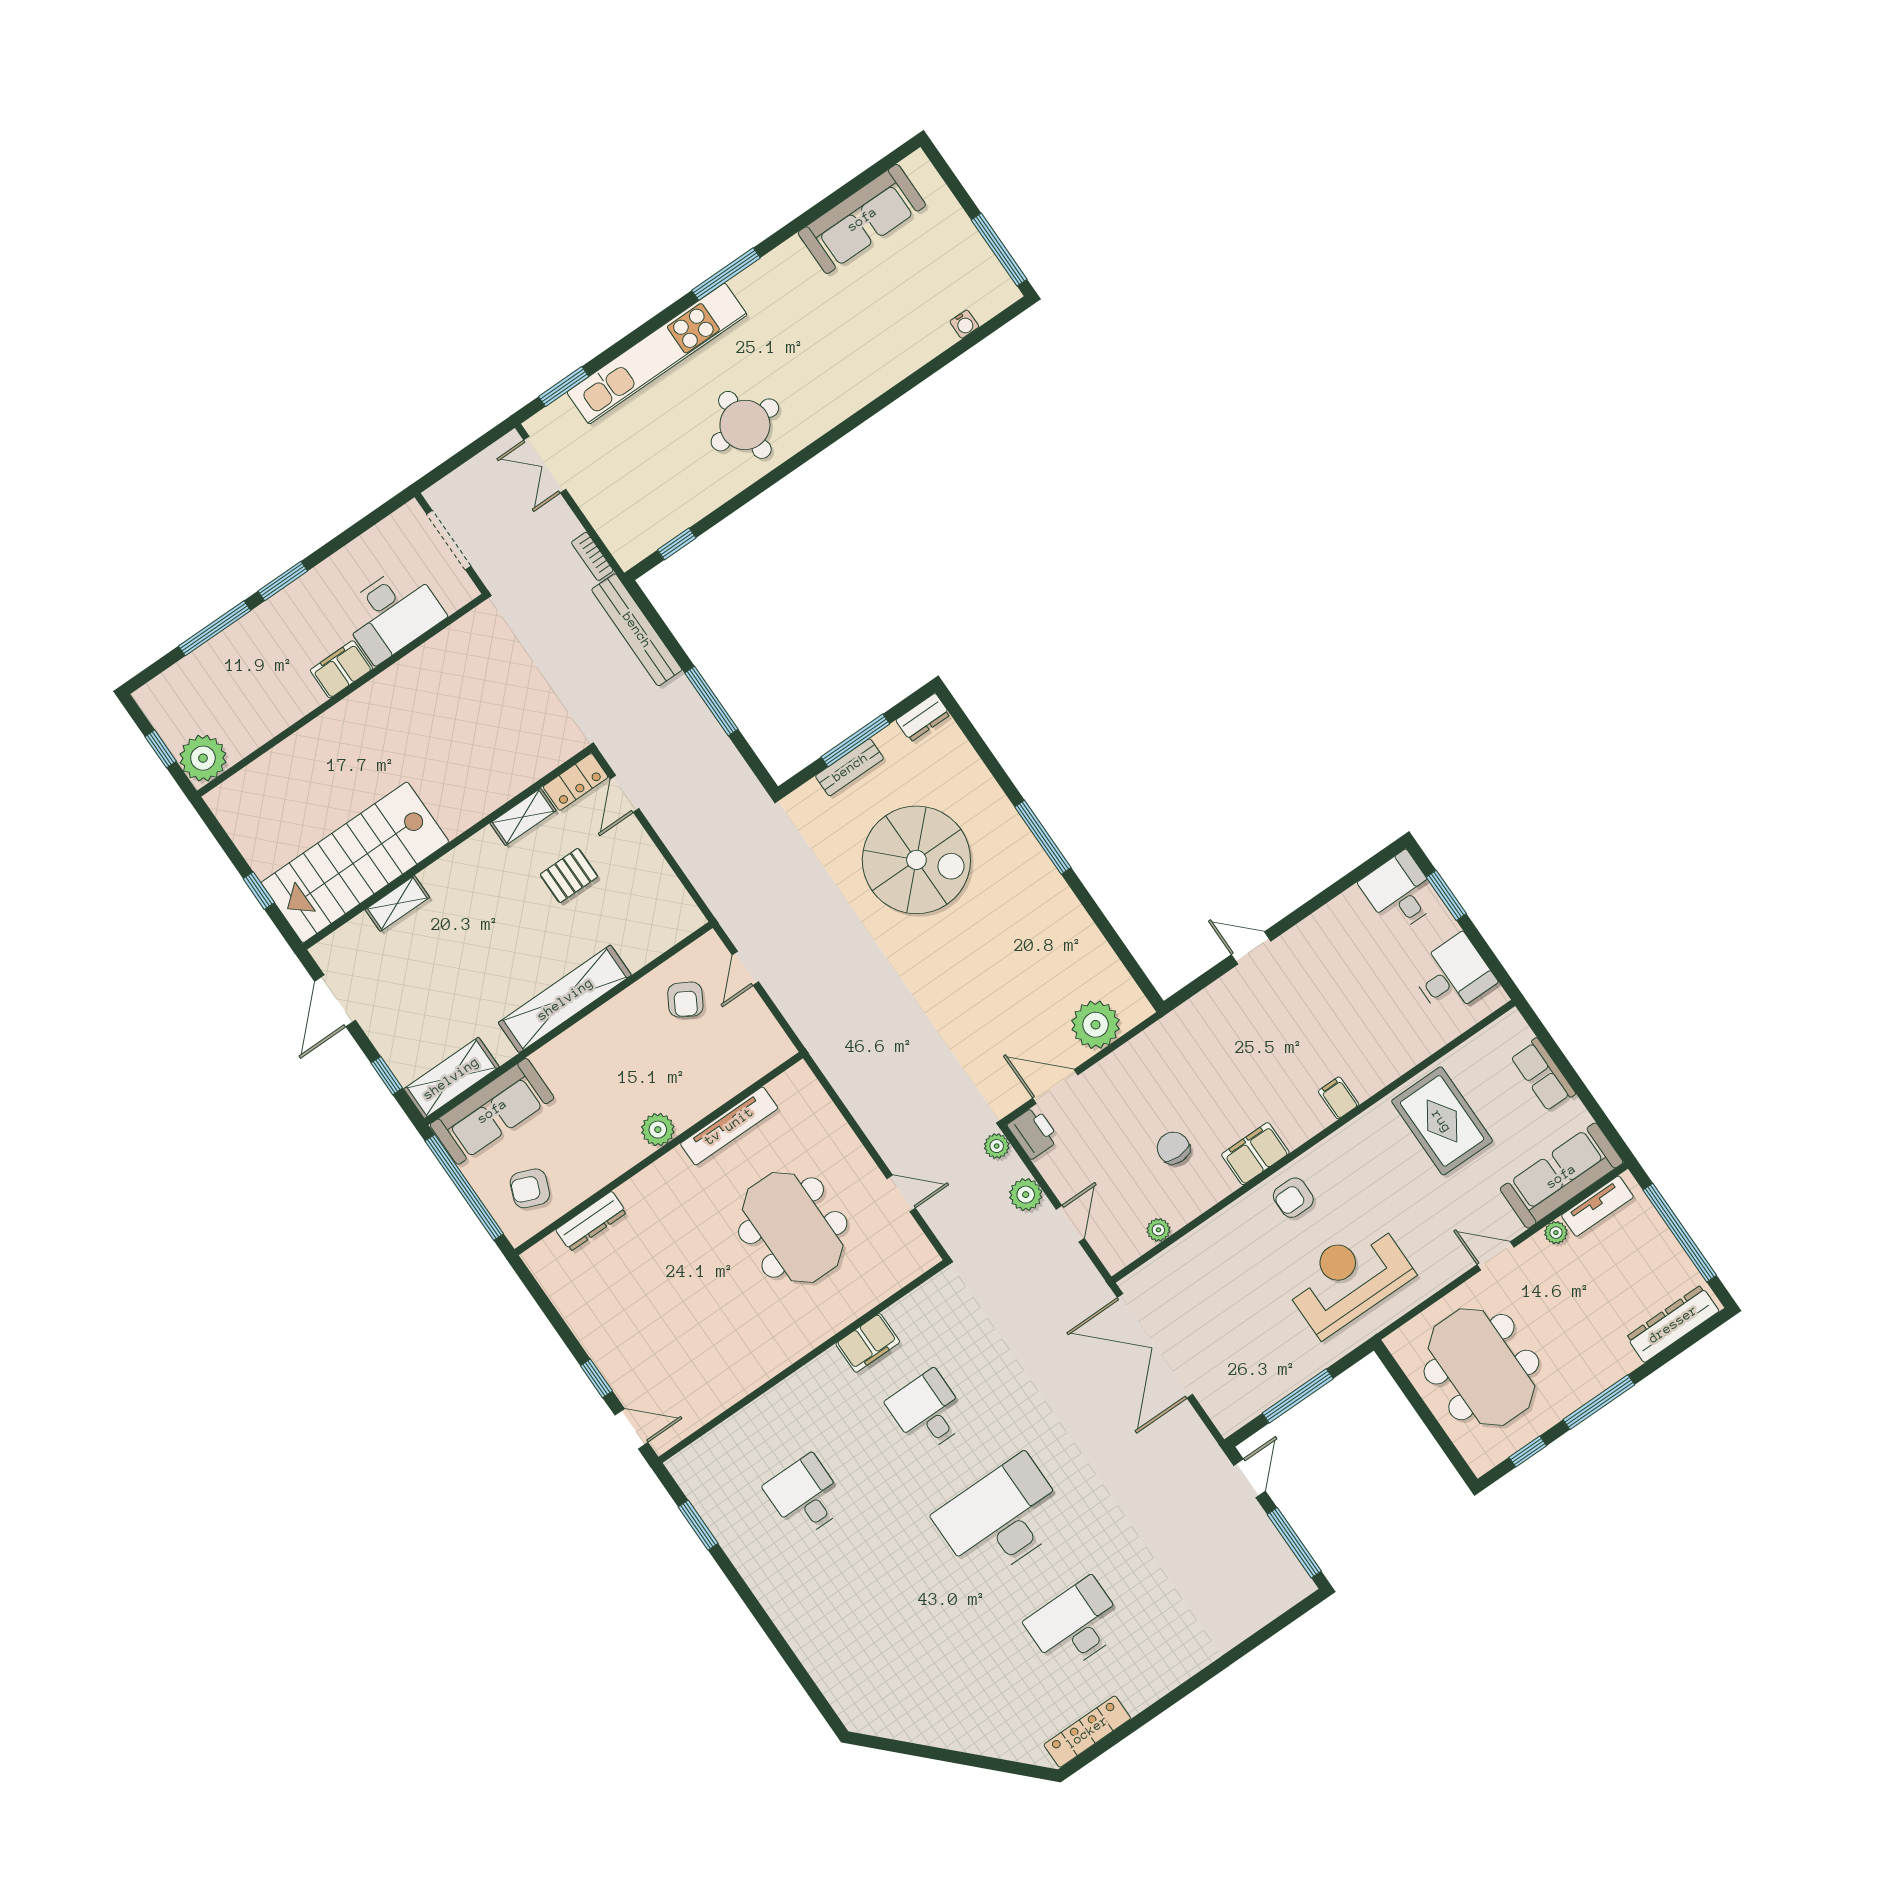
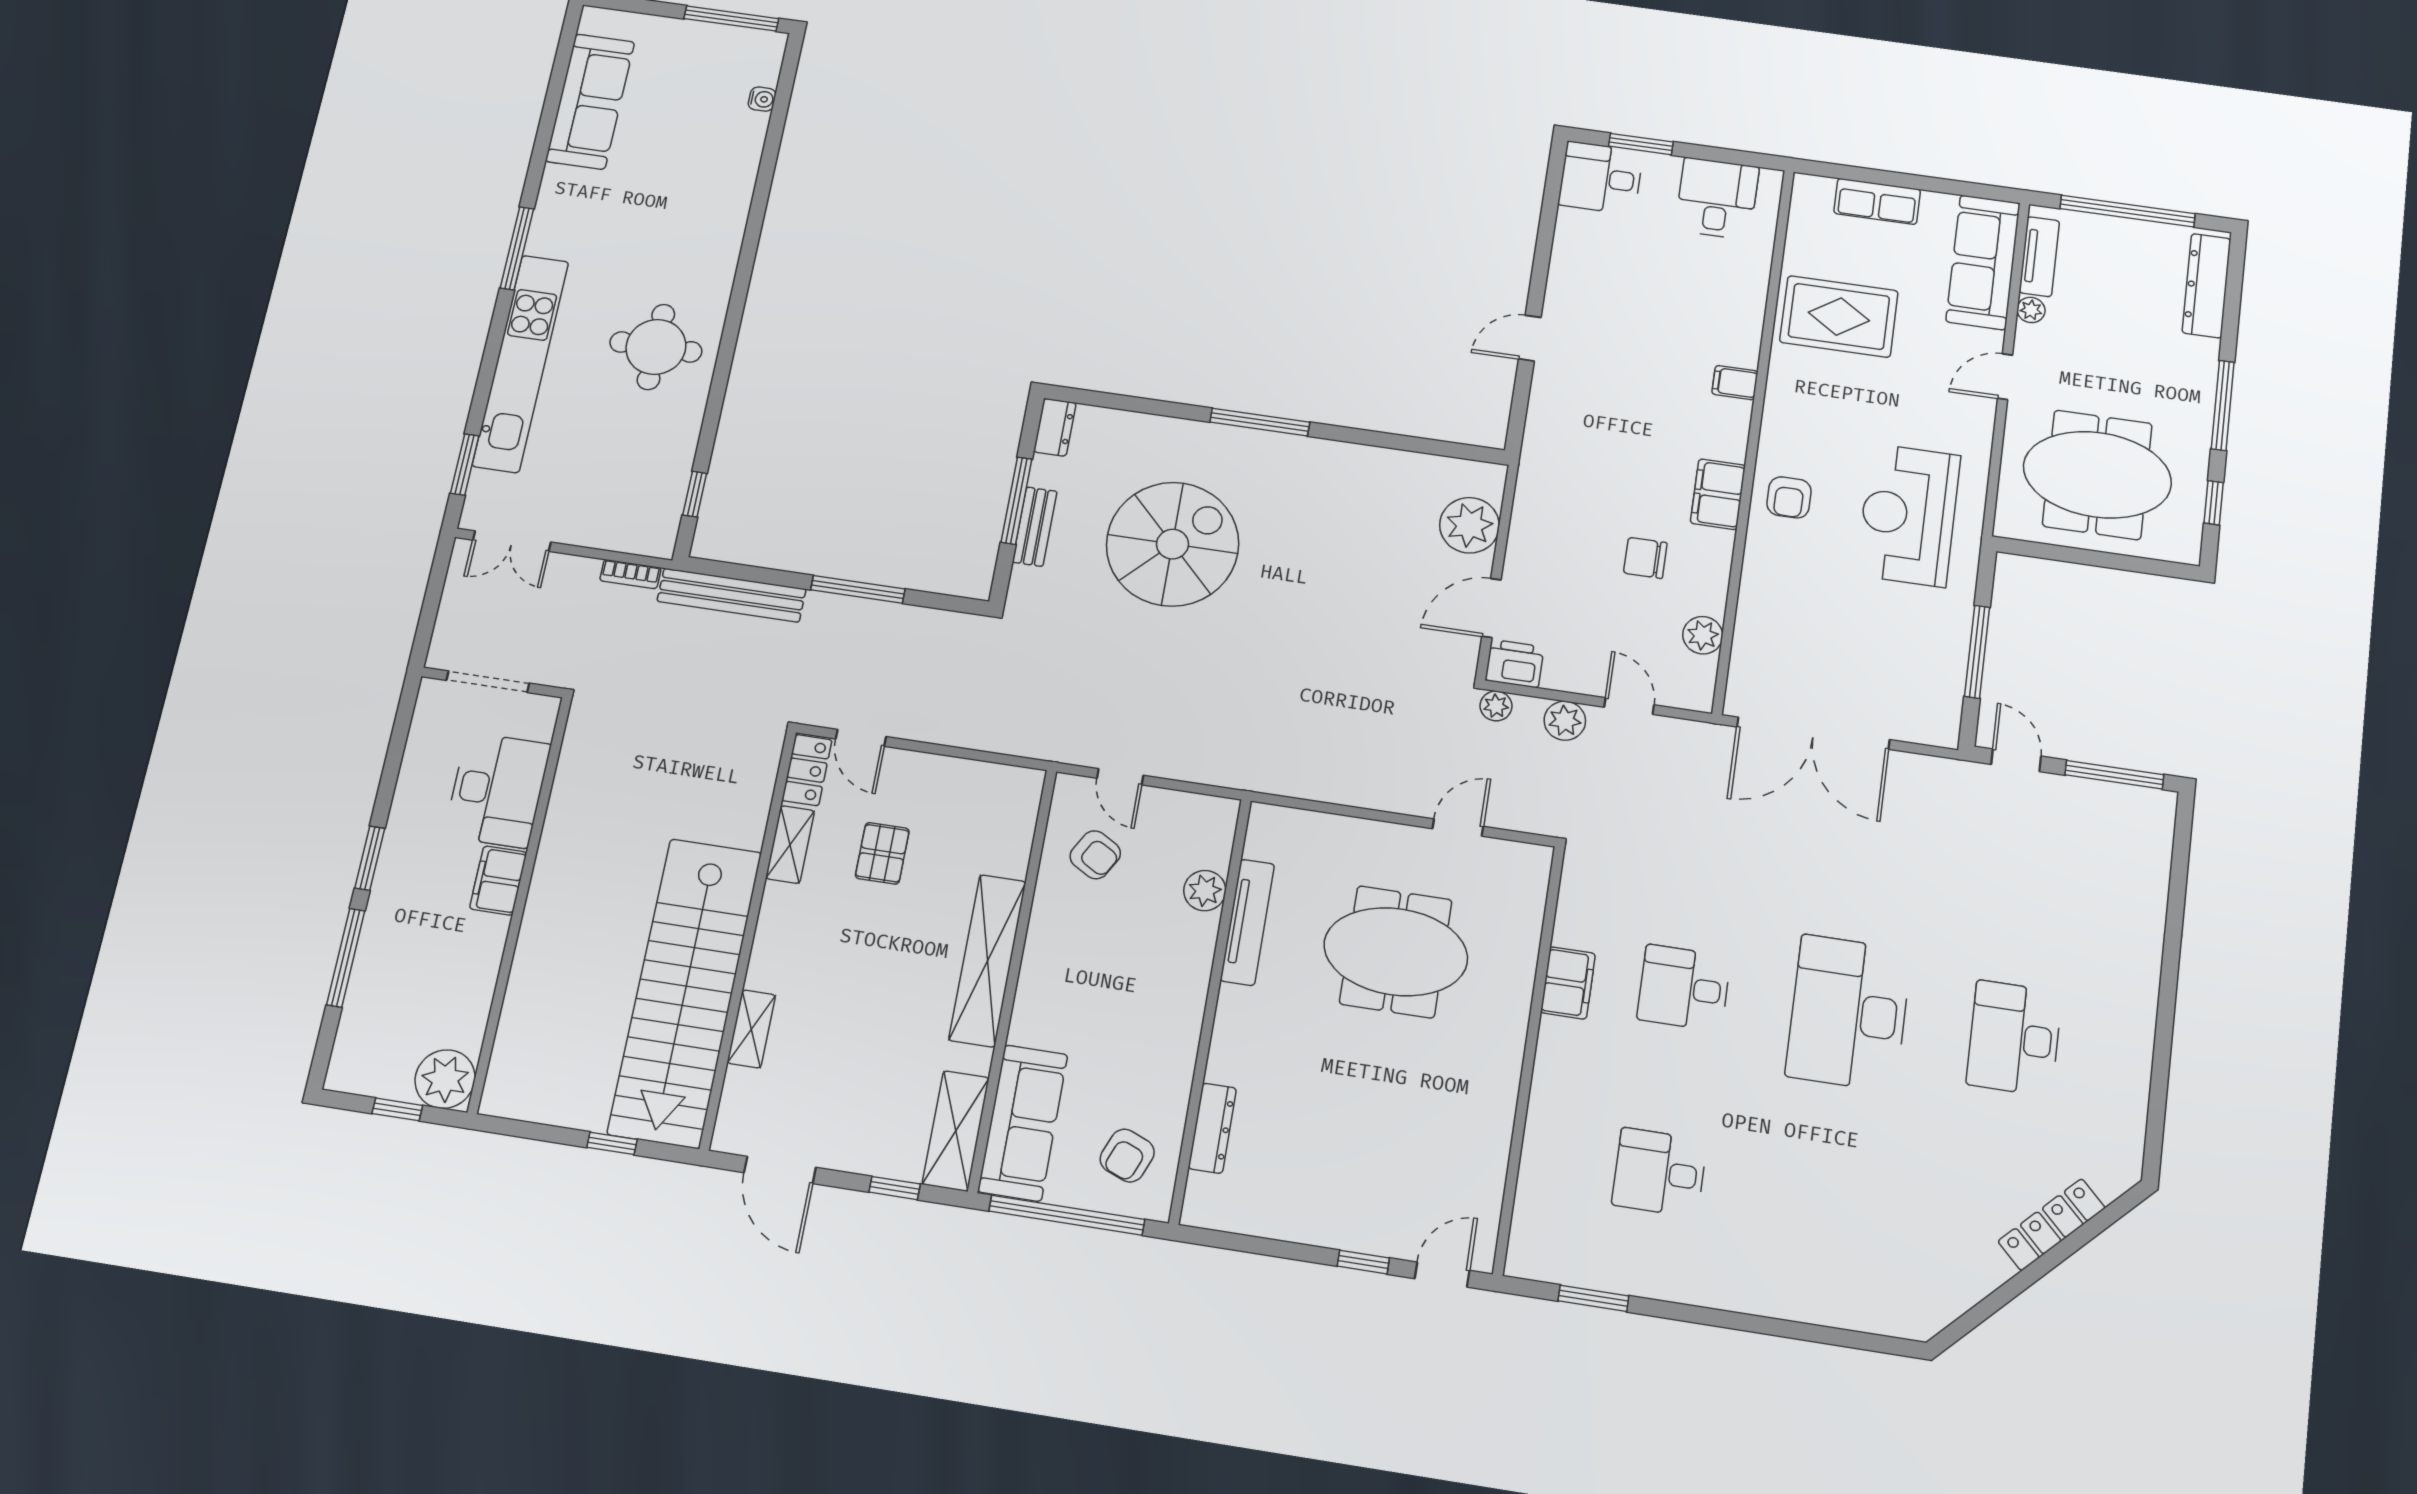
stairs: (355, 862) -> (685, 992), width x1.36
plant: (658, 1130) -> (1205, 891), moved
plant: (1158, 1230) -> (1703, 635), width x1.38, depth x1.38
locker: (1087, 1732) -> (2052, 1225), moved, turned 45

